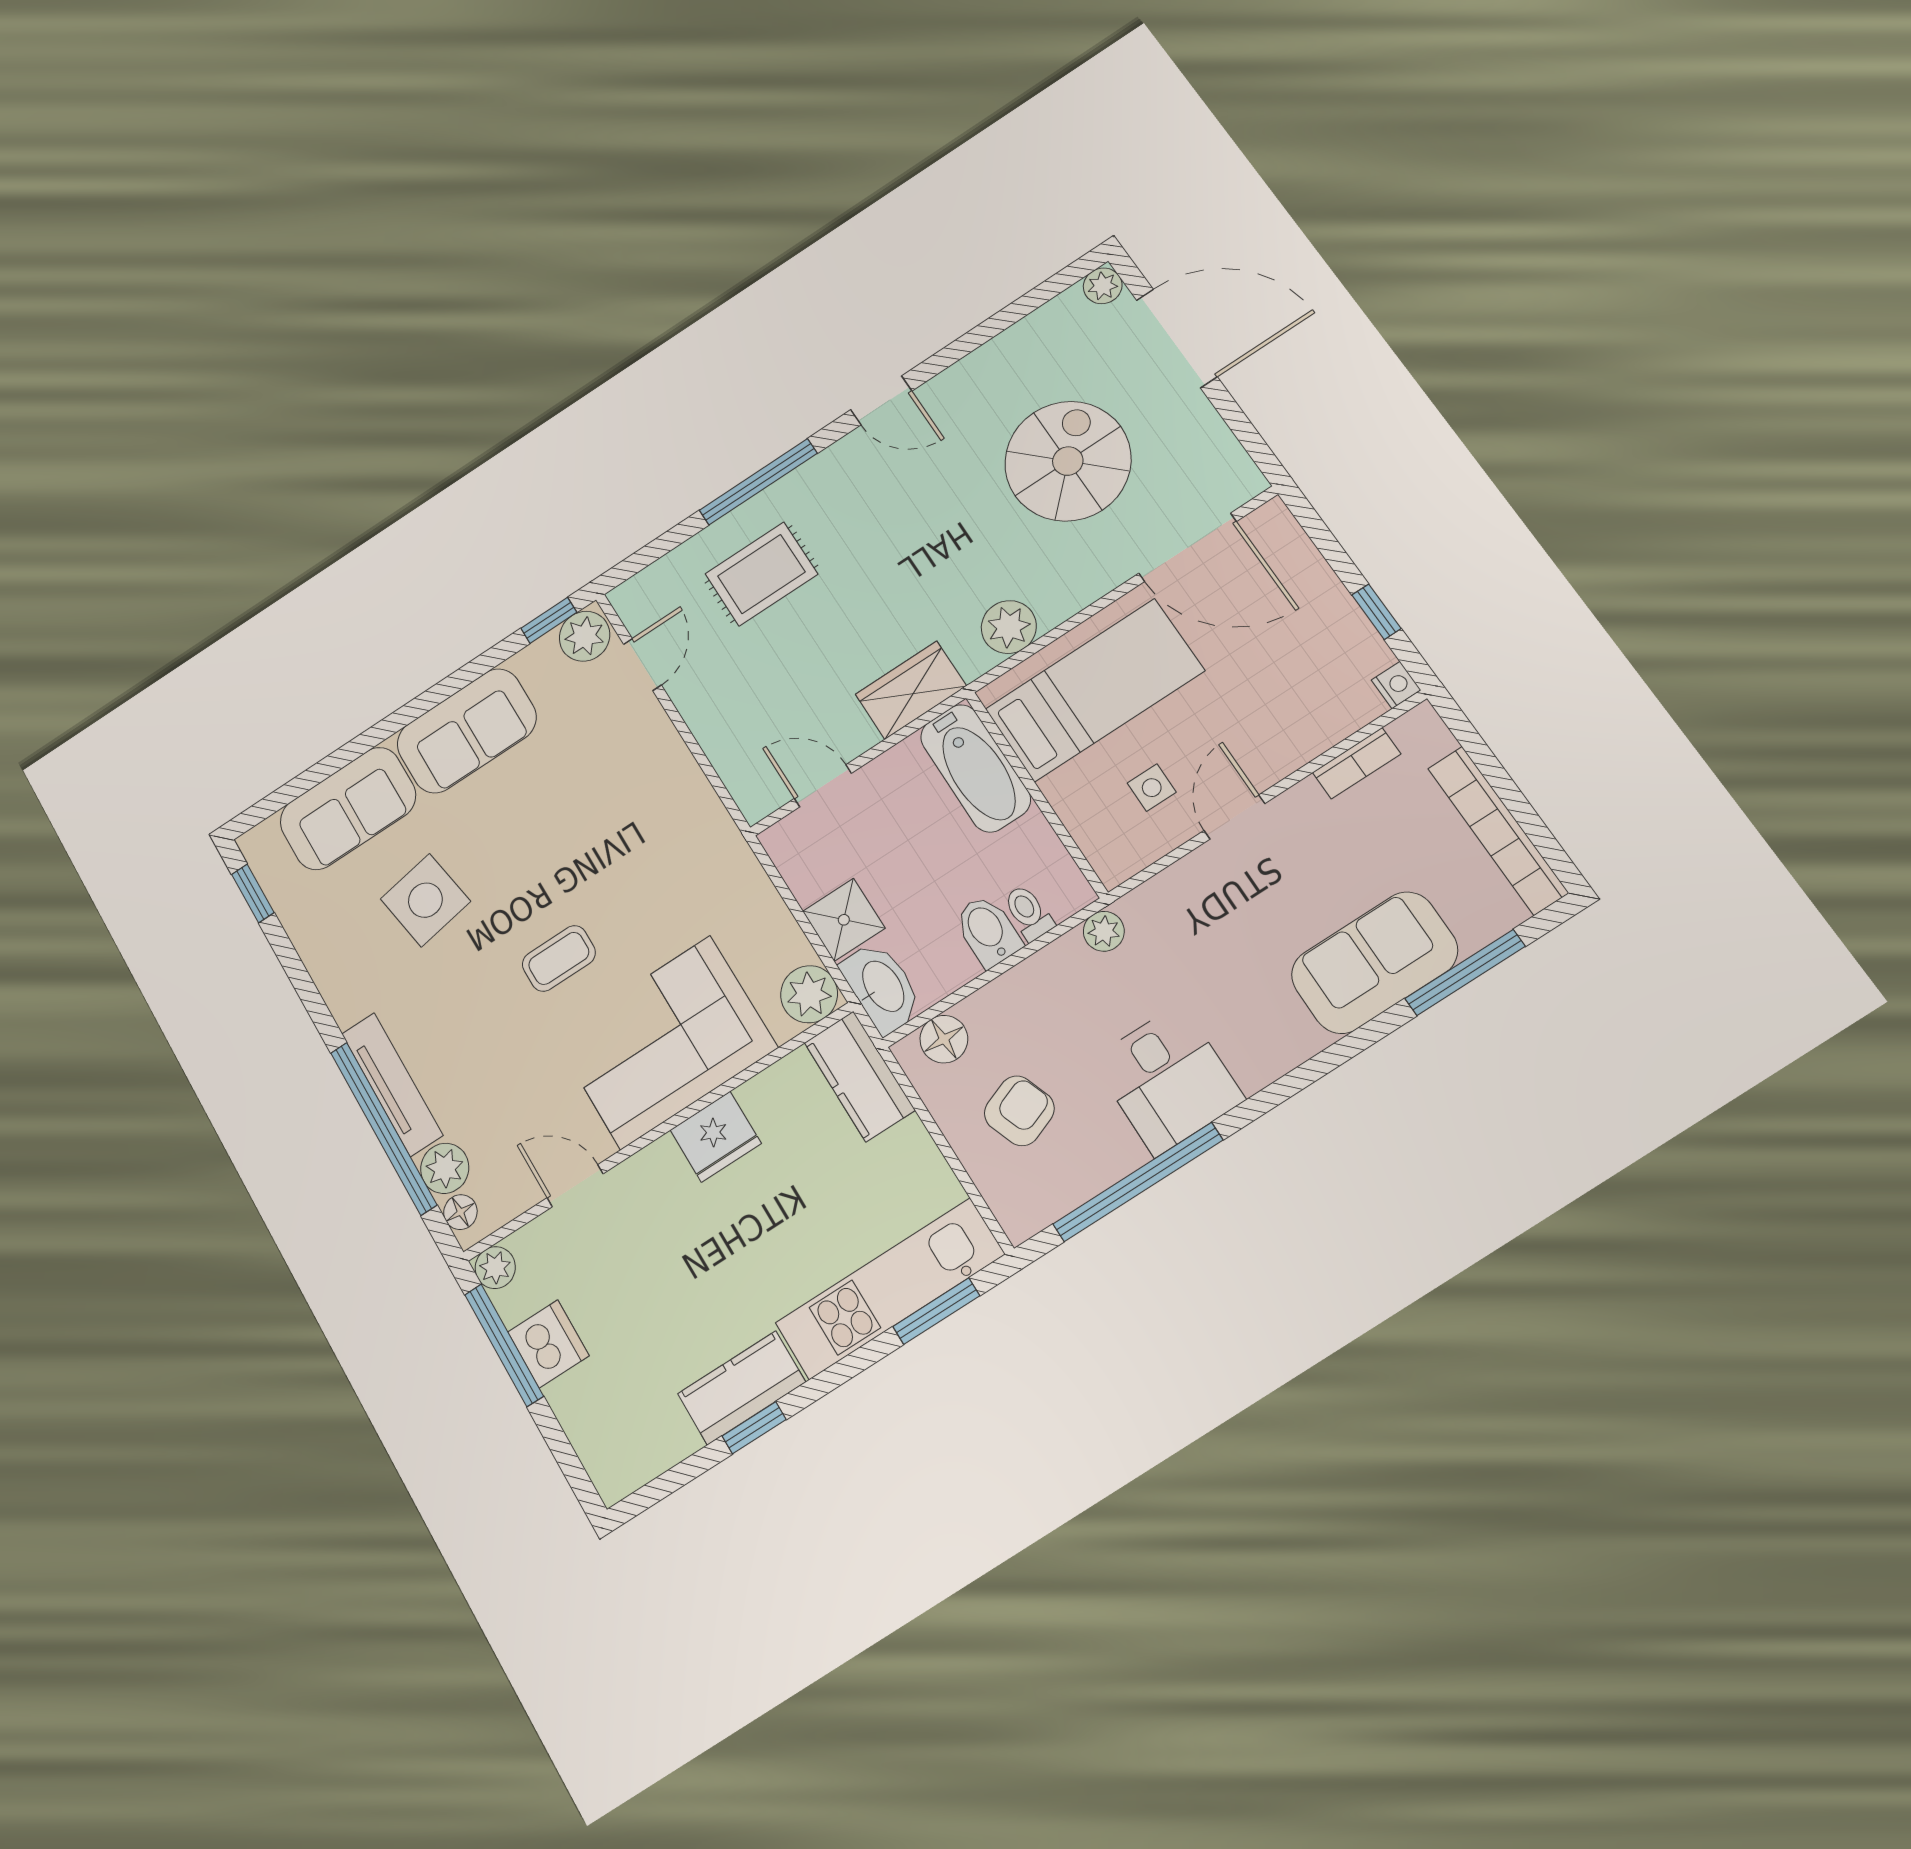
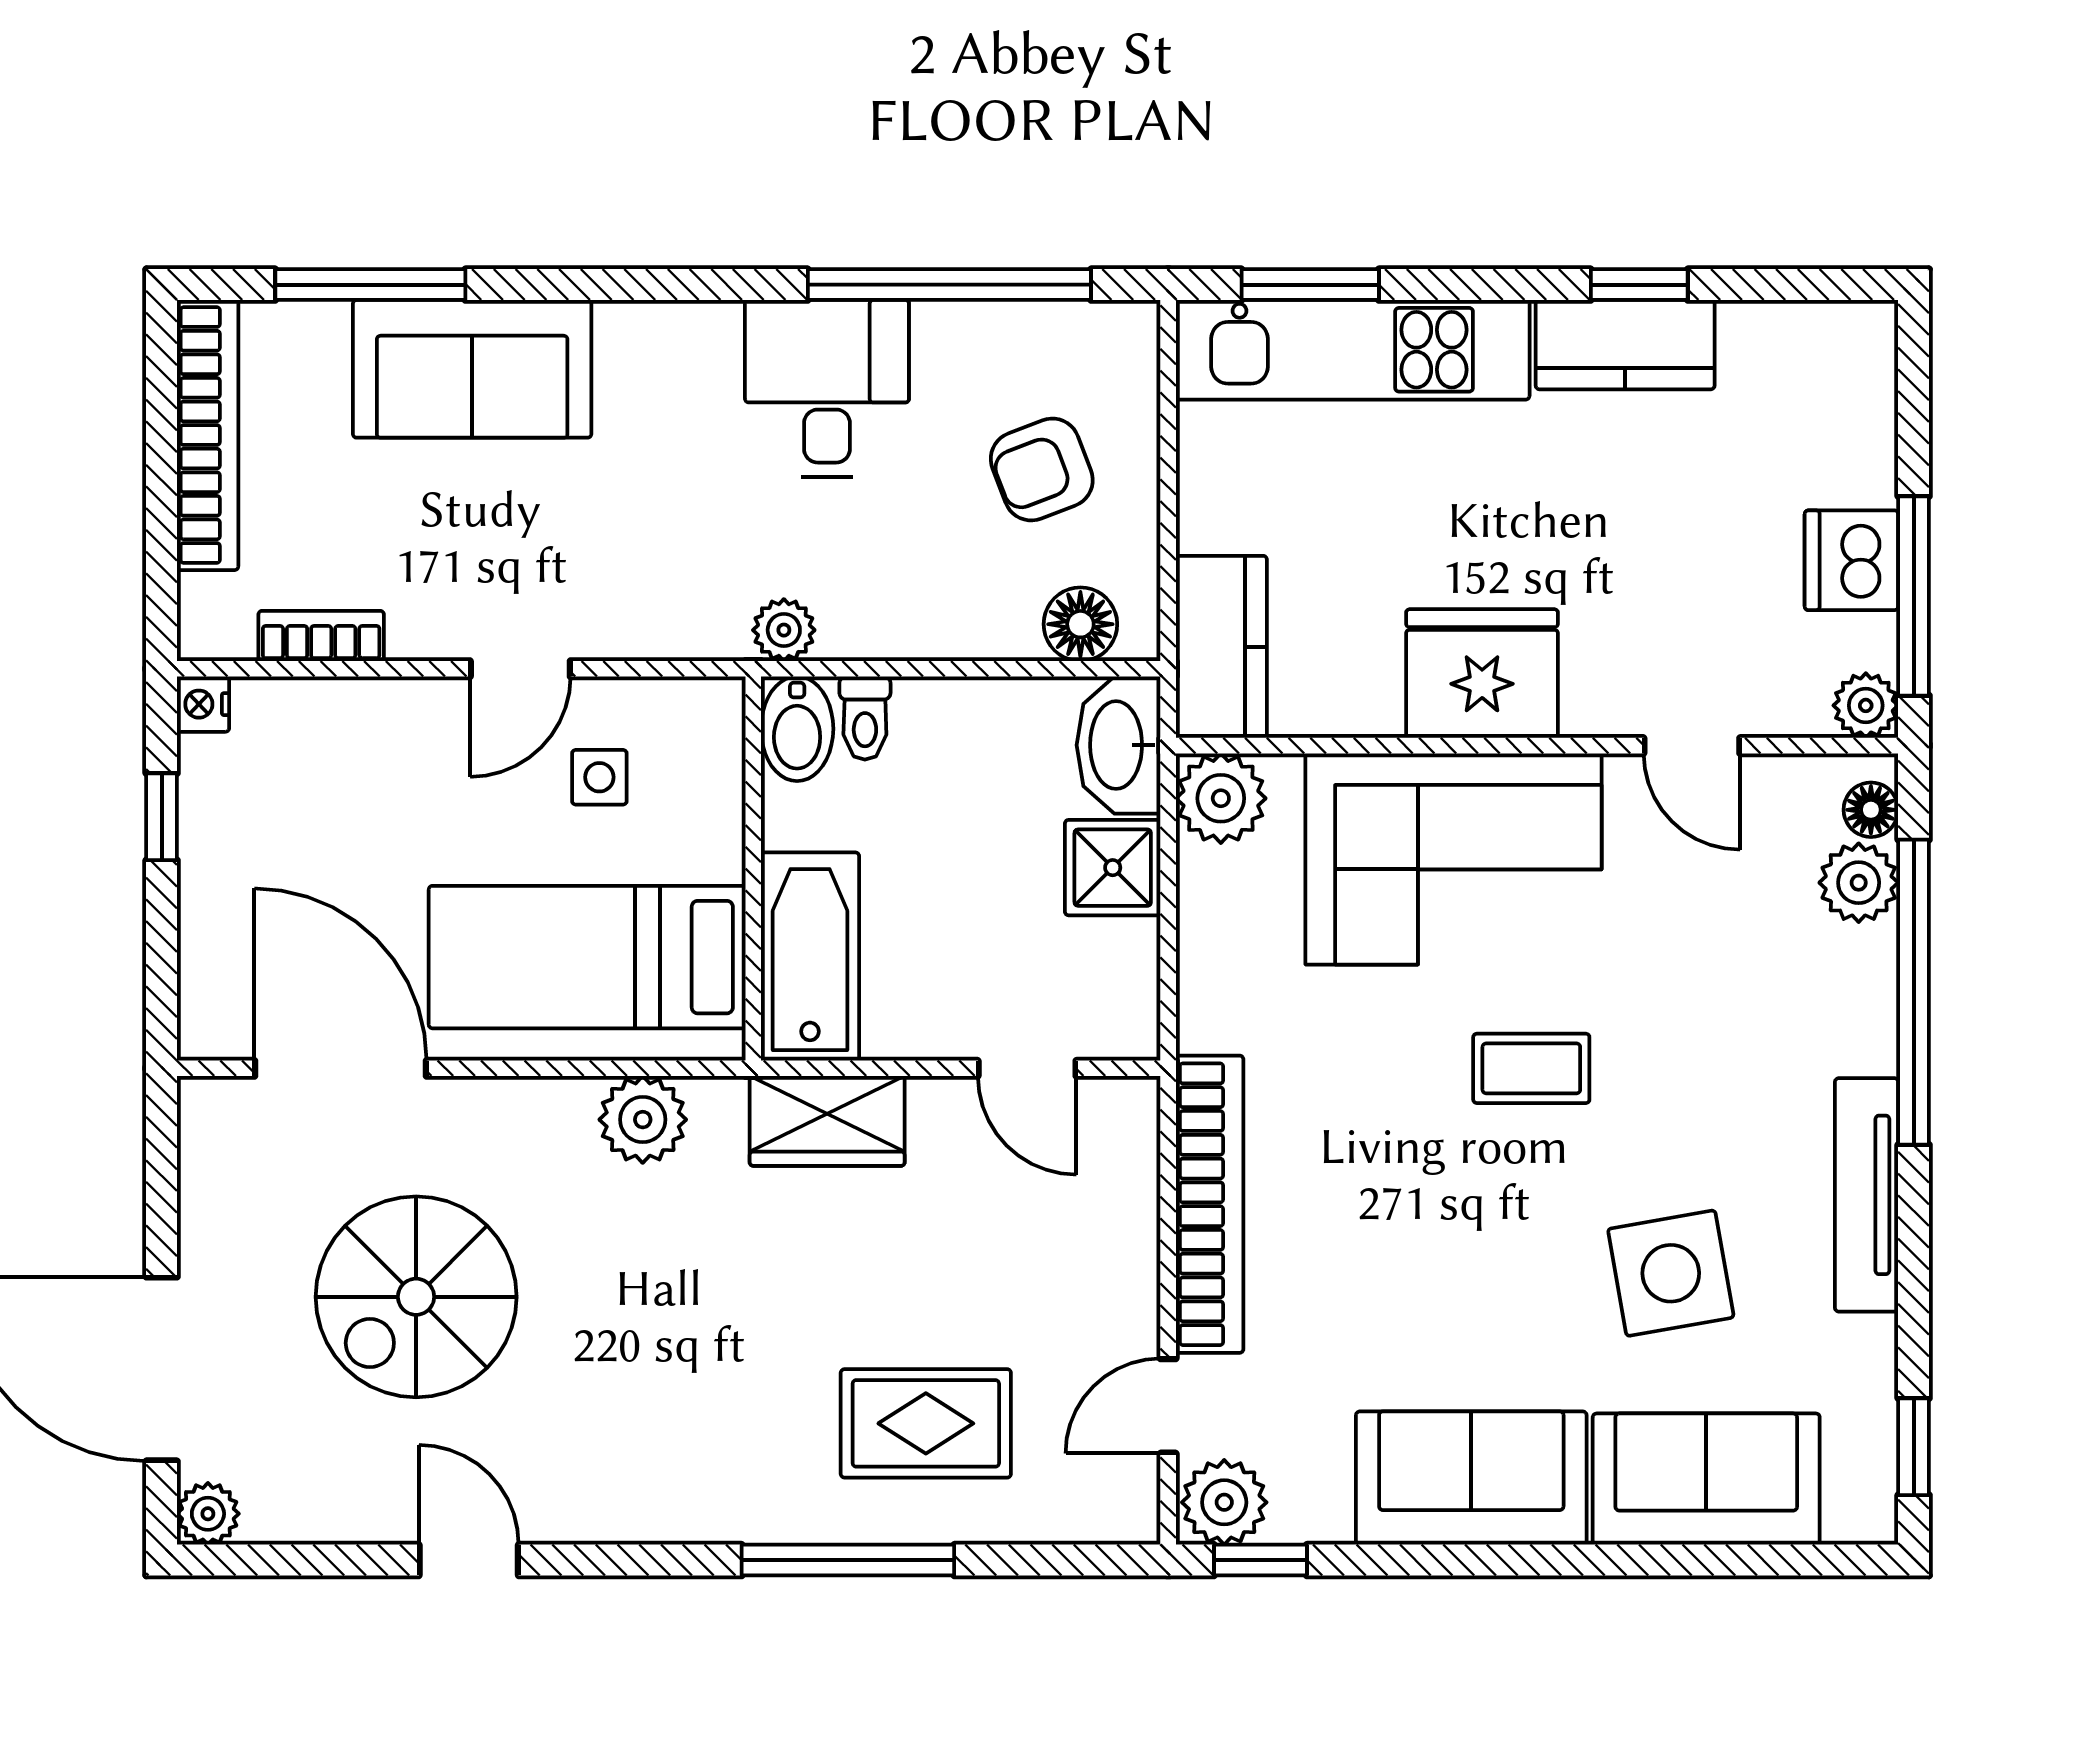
door: (881, 400) -> (469, 1560), moved
bookcase: (684, 779) -> (1210, 1204), added
bidet: (988, 931) -> (797, 729), moved
tv unit: (392, 1084) -> (1867, 1195), moved
fridge: (716, 1137) -> (1482, 674), width x1.36, depth x1.34

